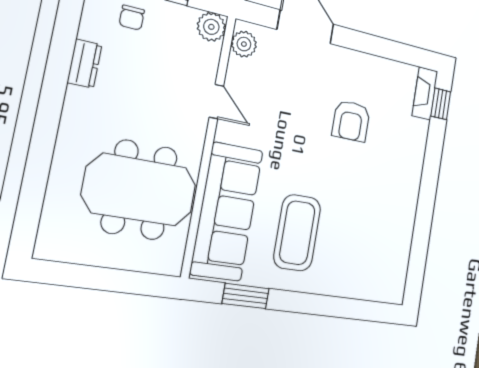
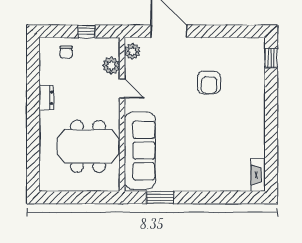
plant: (211, 27) -> (111, 66), moved
dresser: (85, 64) -> (46, 98), moved
fireplace: (425, 93) -> (258, 175), moved
coffee table: (297, 233) -> (186, 156), removed

